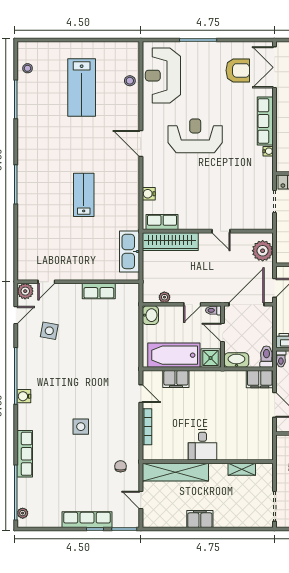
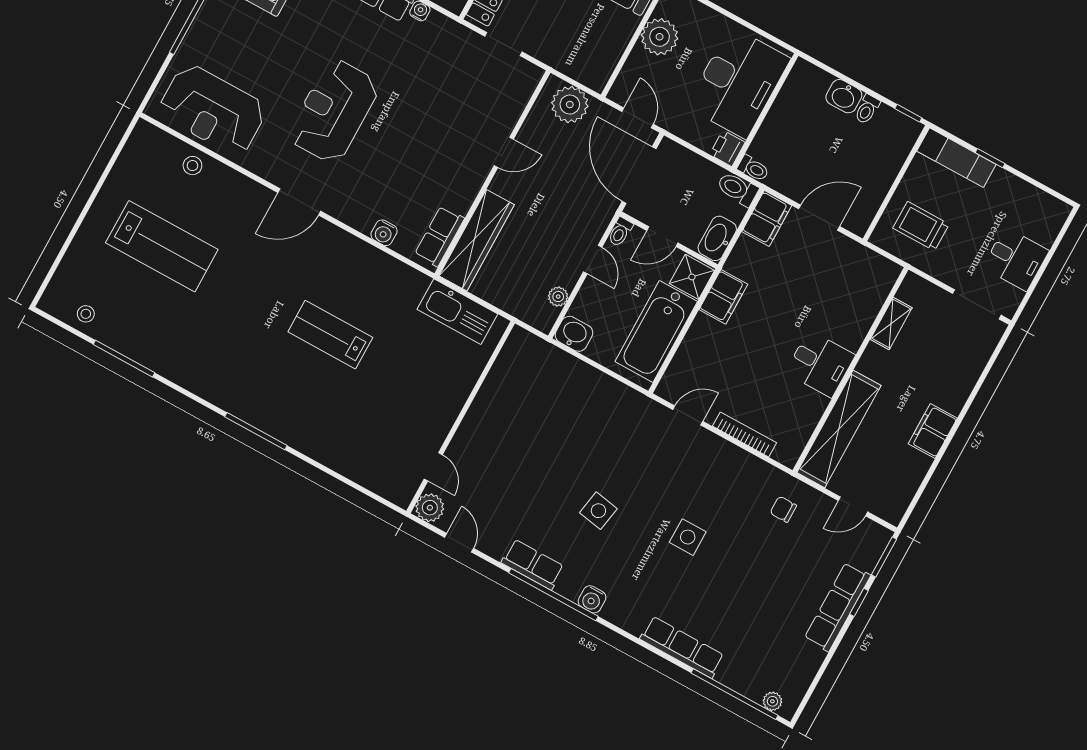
row of seats: (99, 291) -> (533, 565), moved, turned -90
side table: (49, 331) -> (598, 511), moved
filing cabinet: (176, 379) -> (723, 297), moved

